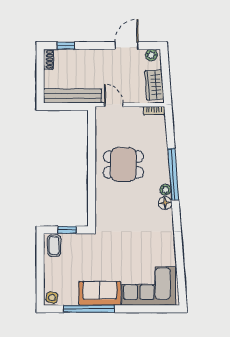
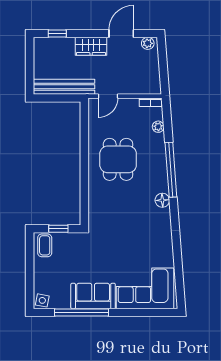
shoe rack: (48, 59) -> (39, 48), removed
wardrobe: (154, 85) -> (91, 46), moved, turned -86
door: (114, 105) -> (108, 96), swing flipped
dining table: (123, 164) -> (118, 159), turned 90
plant: (165, 190) -> (158, 127), moved

